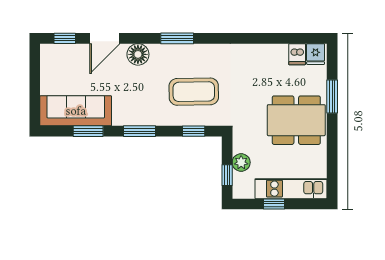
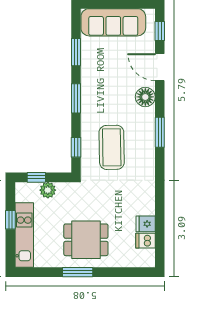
fridge: (316, 54) -> (146, 224), moved
window: (332, 97) -> (78, 272), moved
sofa: (76, 111) -> (113, 22), moved, turned 90
dining table: (296, 120) -> (86, 240), width x0.73

